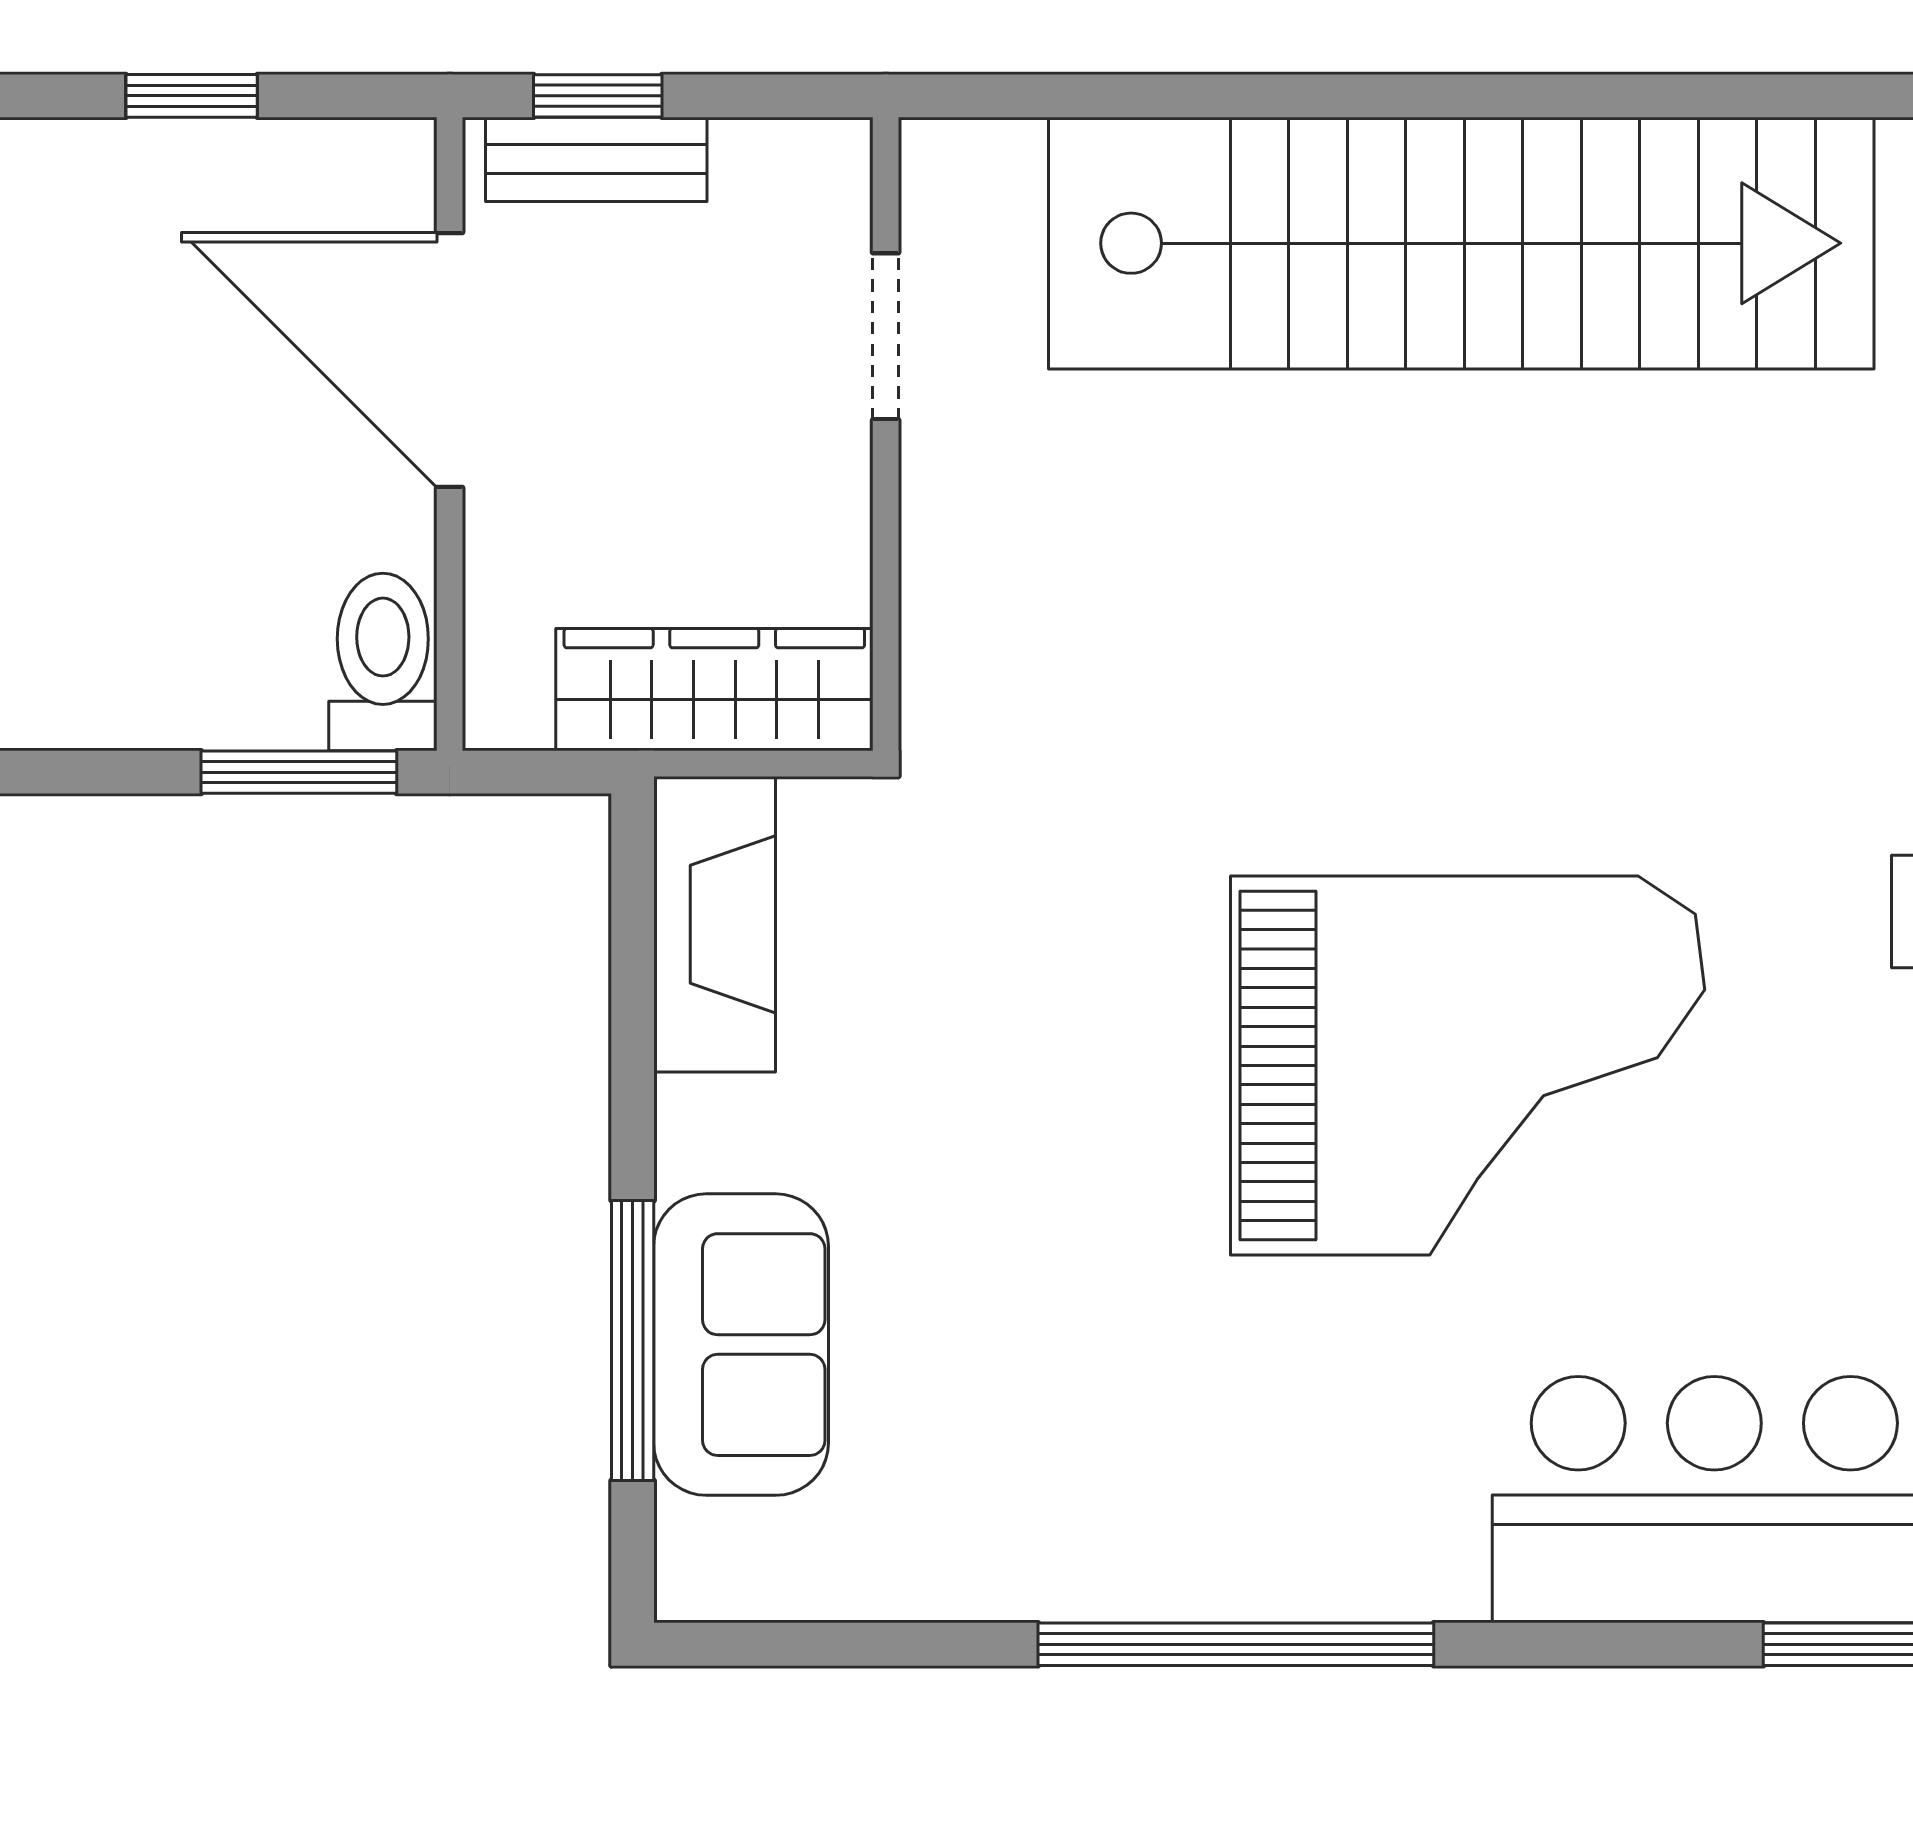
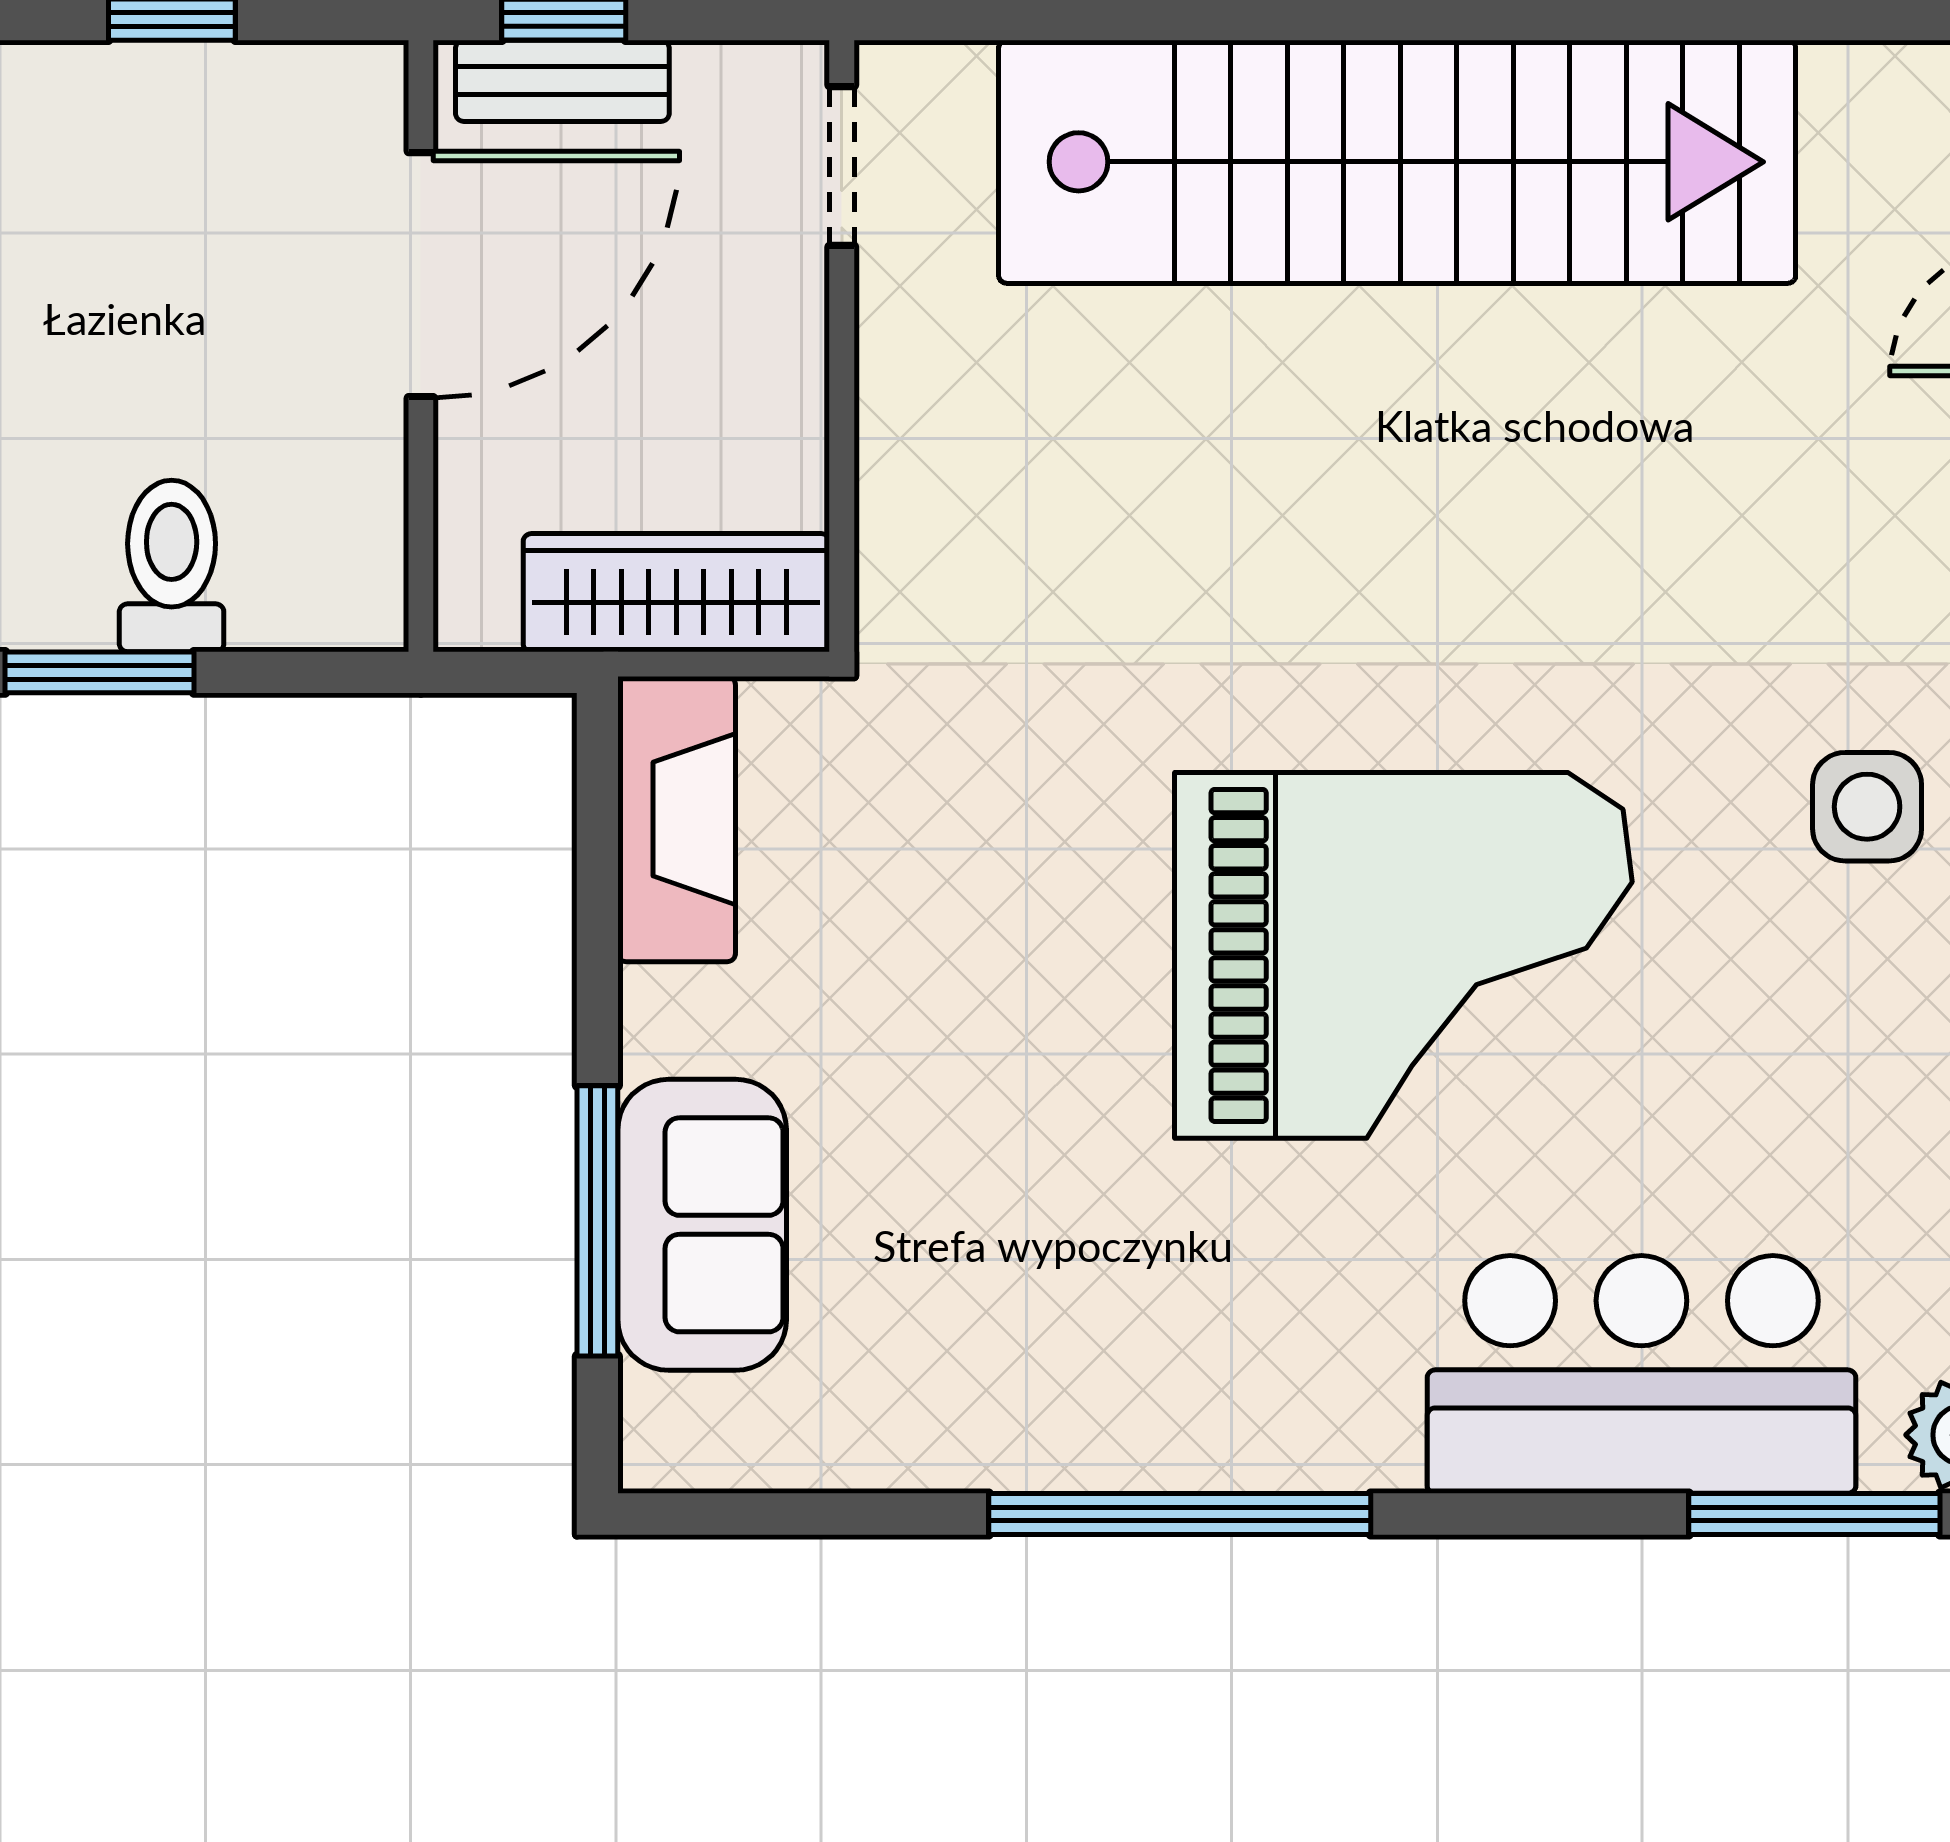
doorway: (886, 336) -> (842, 166), moved
door: (450, 360) -> (421, 275), swing flipped
toilet: (383, 662) -> (172, 566), moved
window: (299, 772) -> (99, 672), moved

